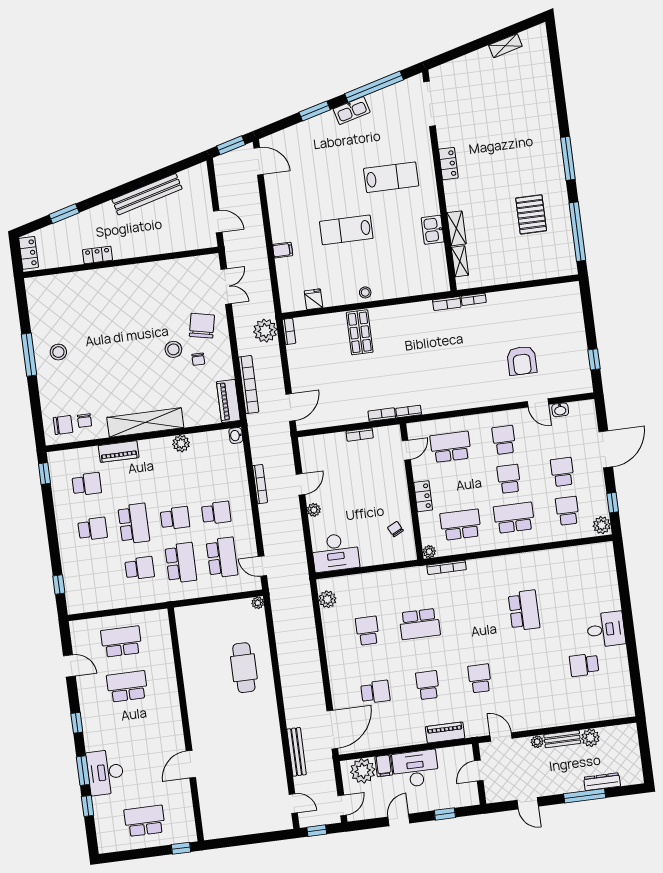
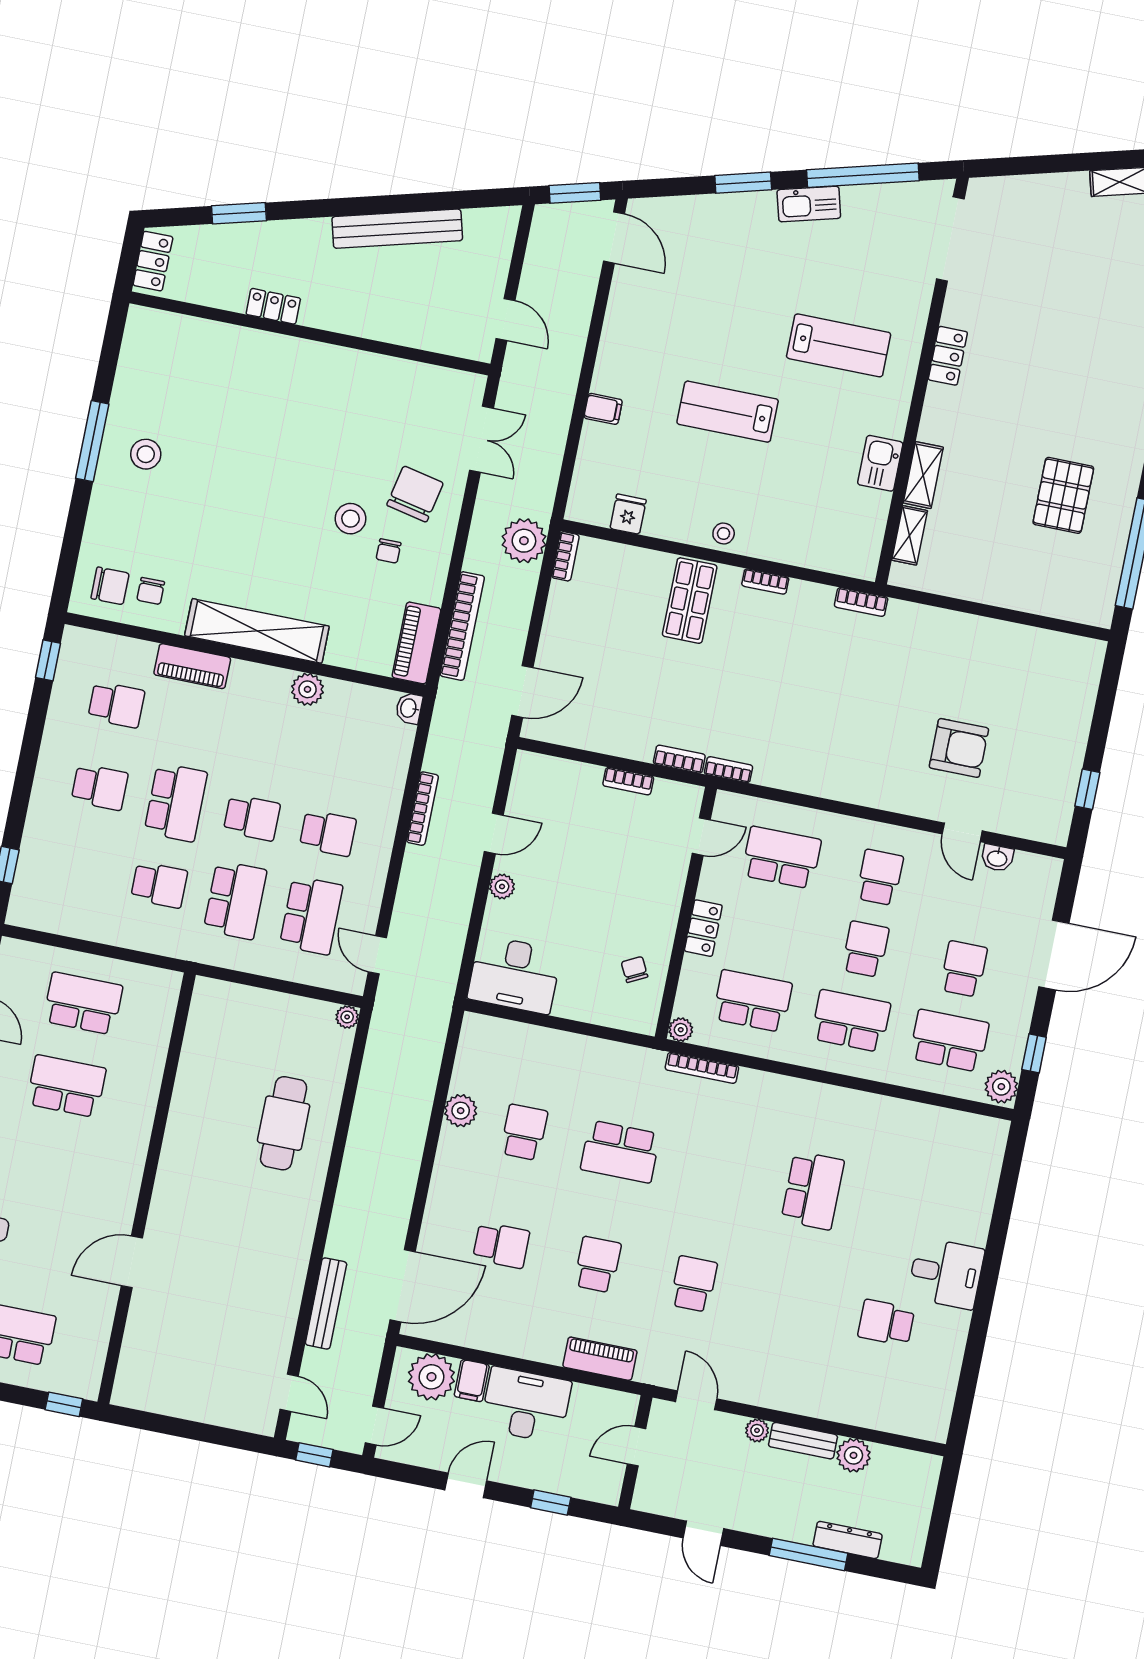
bookcase: (474, 299) -> (765, 581), moved
armchair: (522, 361) -> (959, 748), turned -90
school desk: (567, 511) -> (949, 1041), width x1.85
plant: (327, 599) -> (461, 1111), moved

